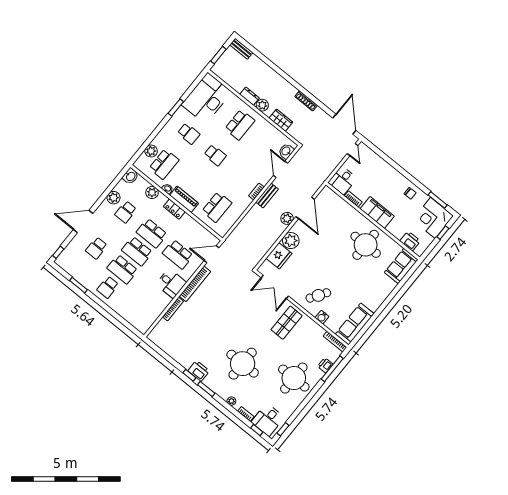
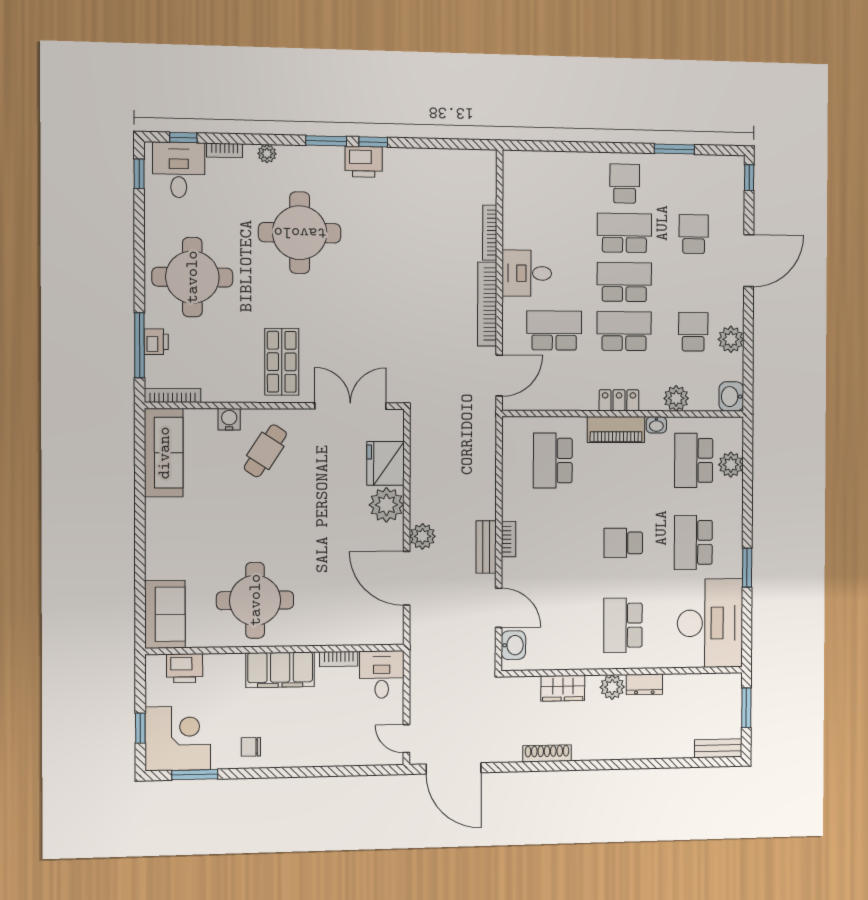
school desk: (189, 134) -> (693, 542), width x1.85

